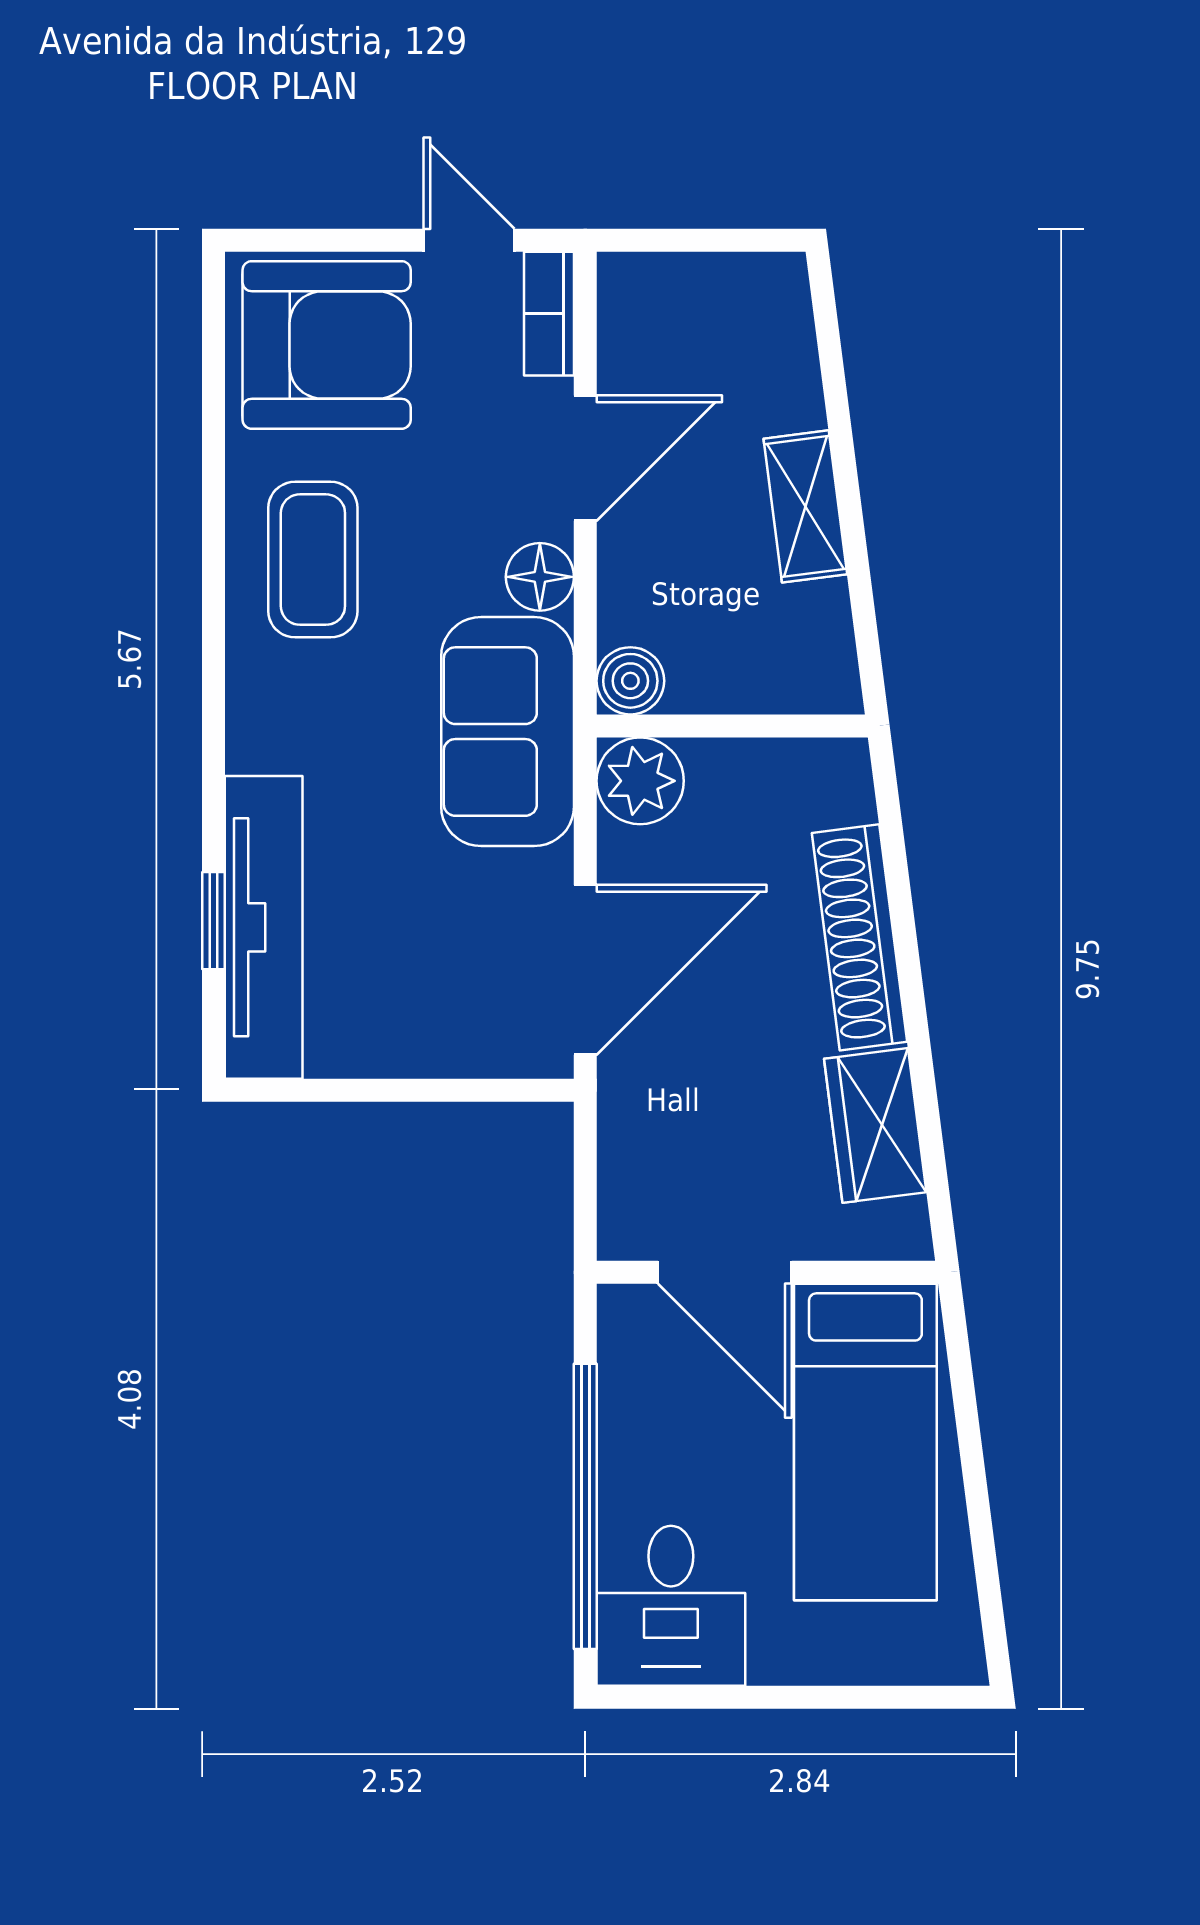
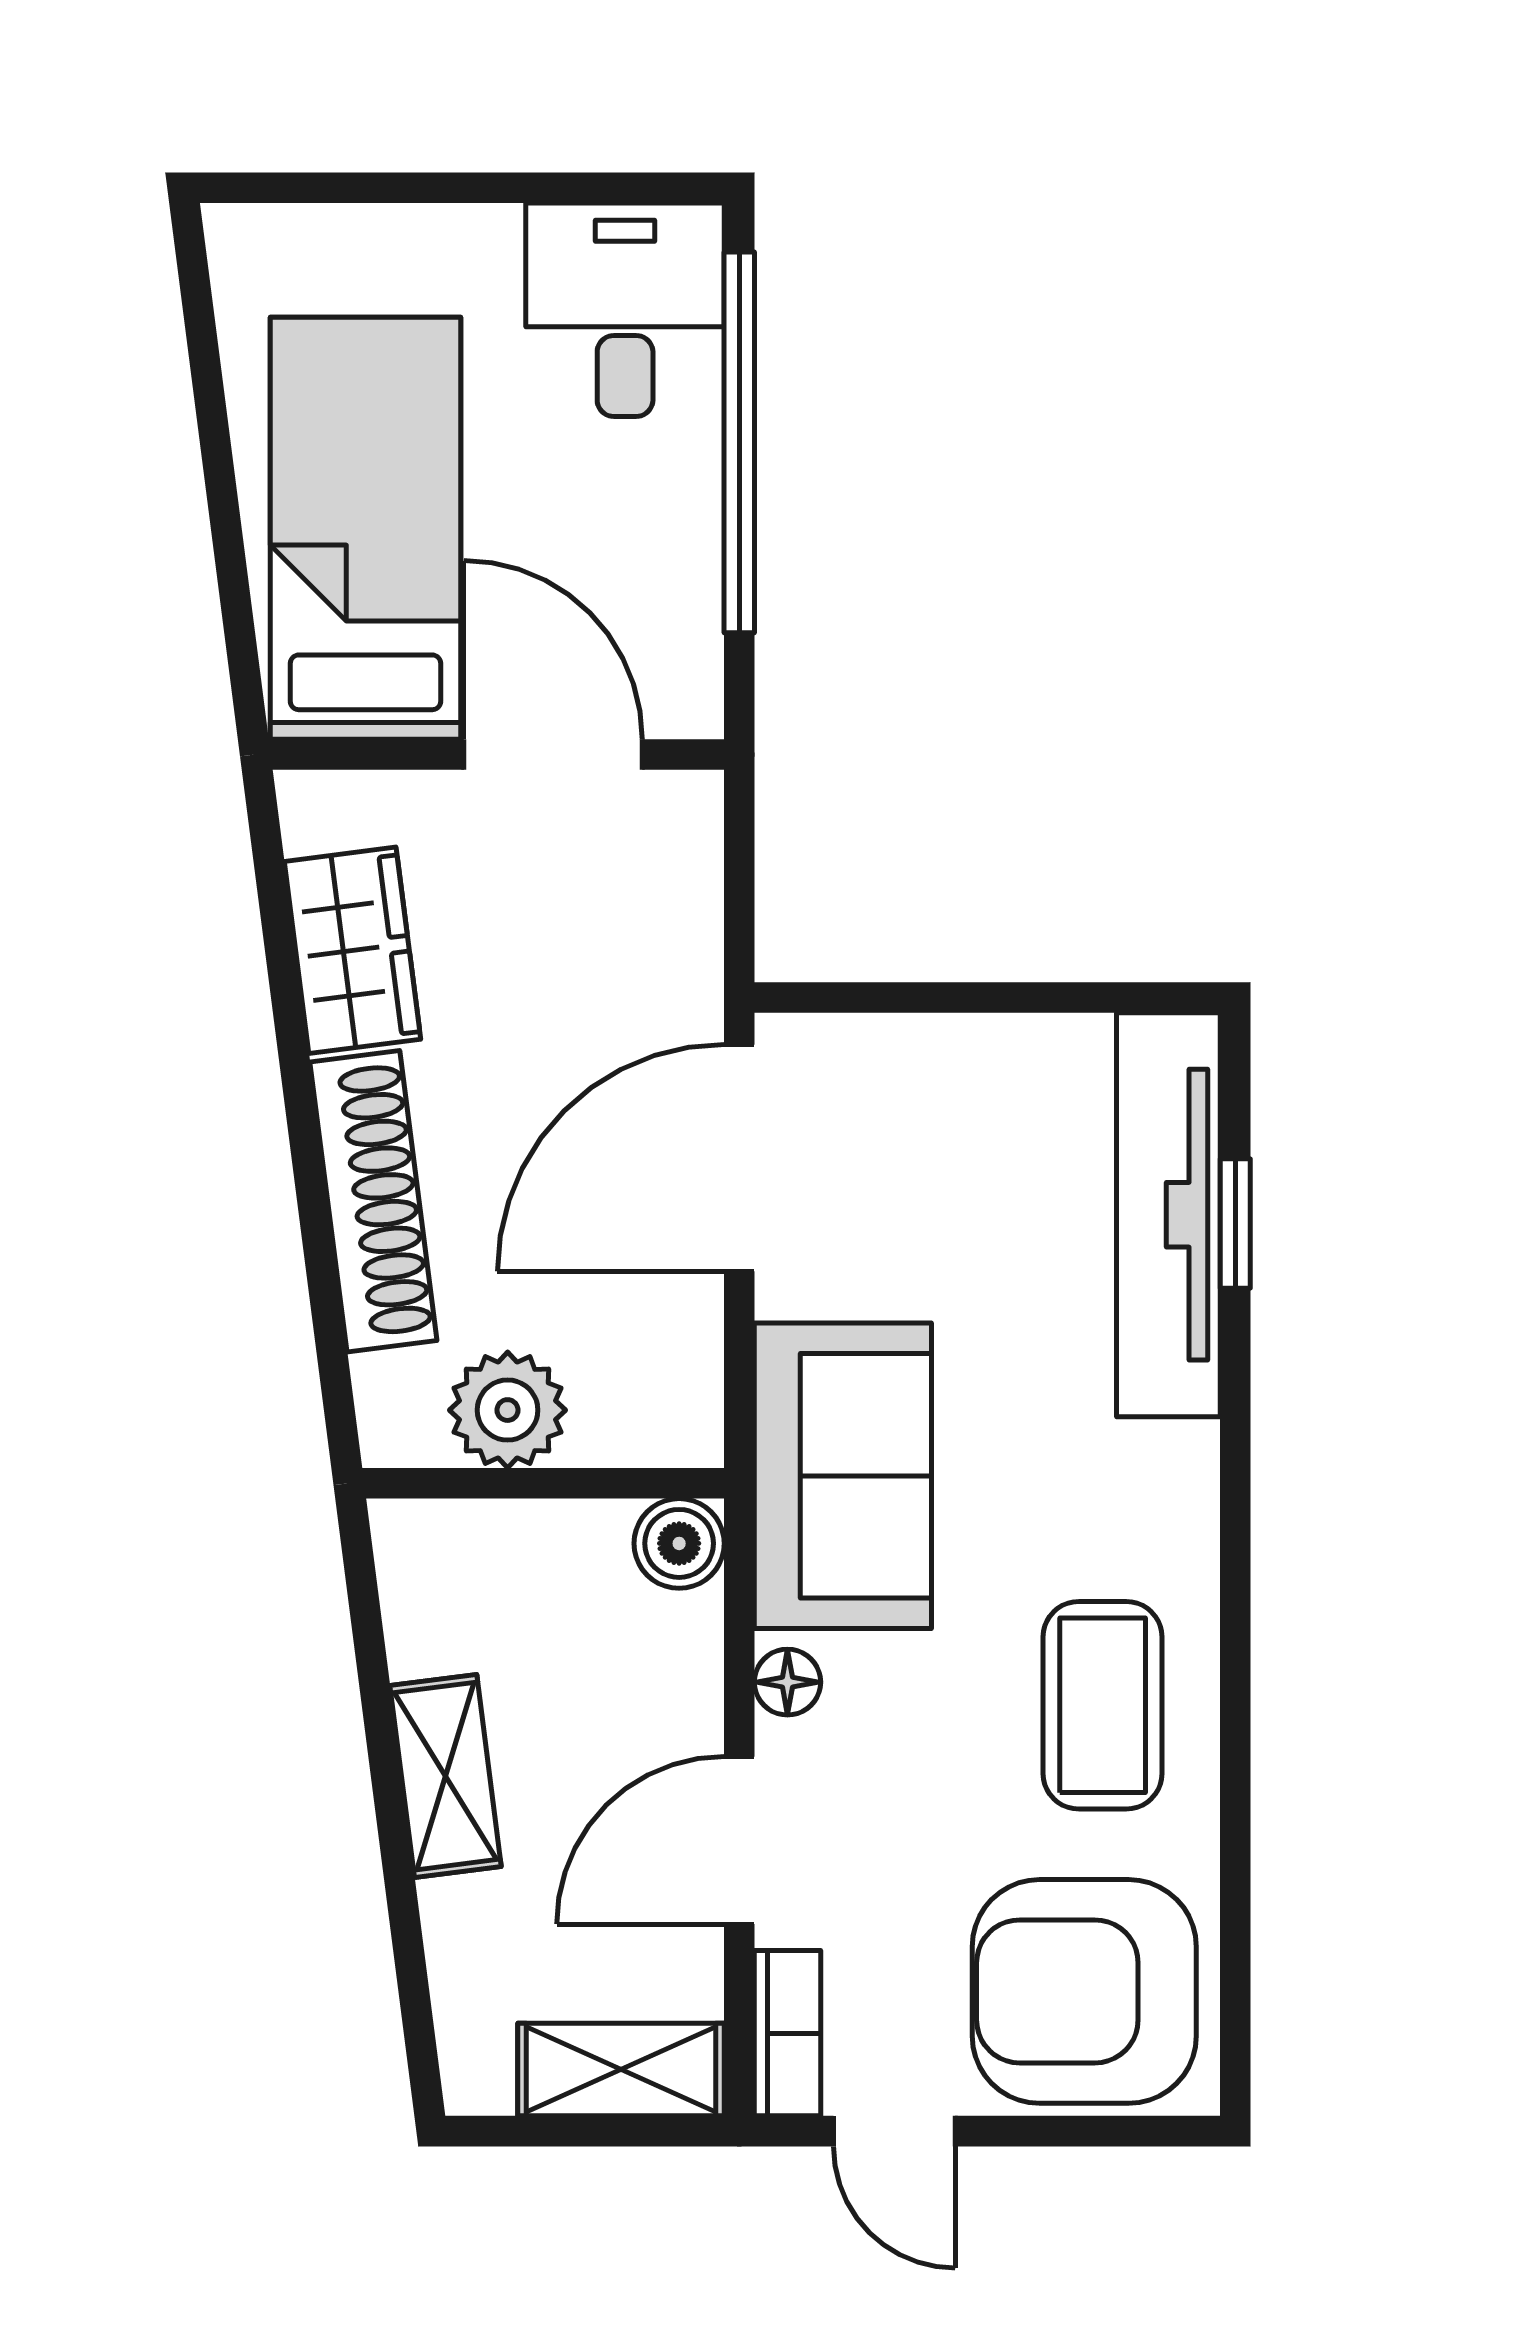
shelving: (674, 286) -> (621, 2070), added
floor lamp: (540, 577) -> (787, 1682), width x0.73, depth x0.73
plant: (640, 781) -> (508, 1410), moved

